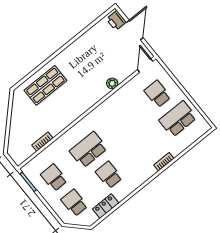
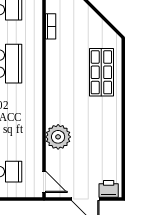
plant: (112, 83) -> (58, 137), width x1.87, depth x1.87

